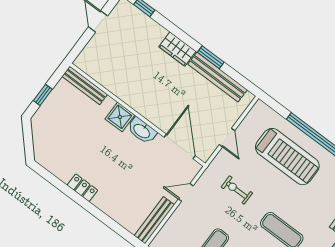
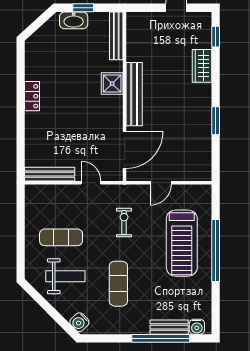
wardrobe: (177, 49) -> (202, 66), moved
bench: (218, 77) -> (134, 94), moved
washbasin: (142, 131) -> (74, 20), moved, turned -90

